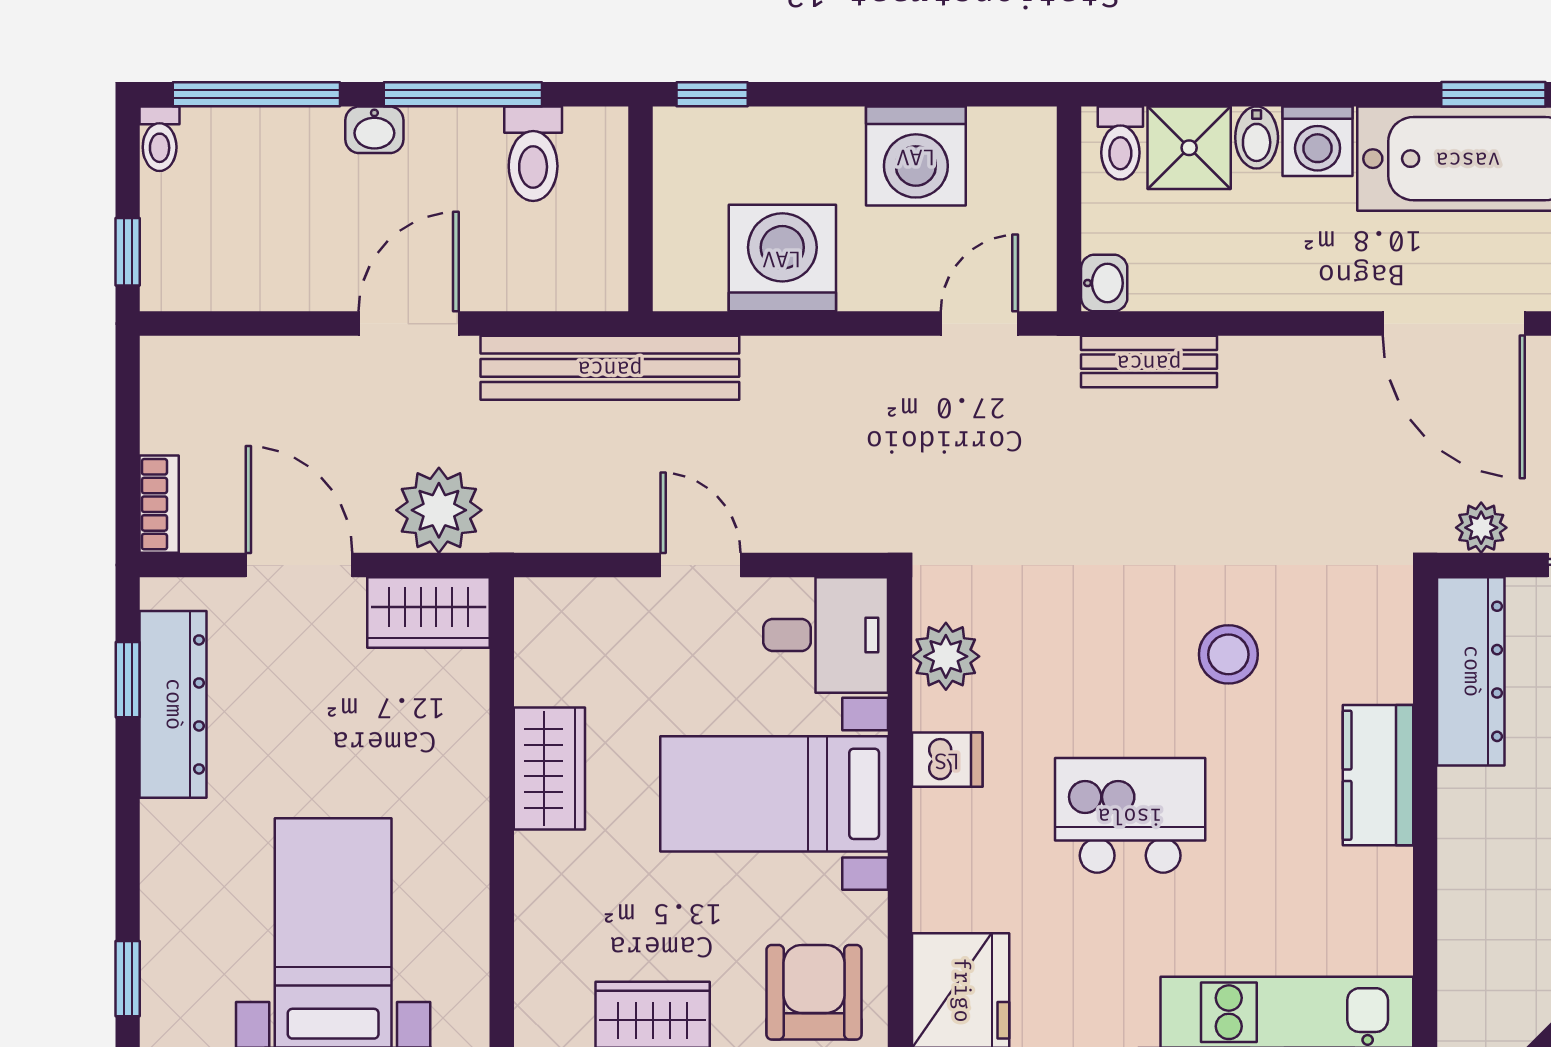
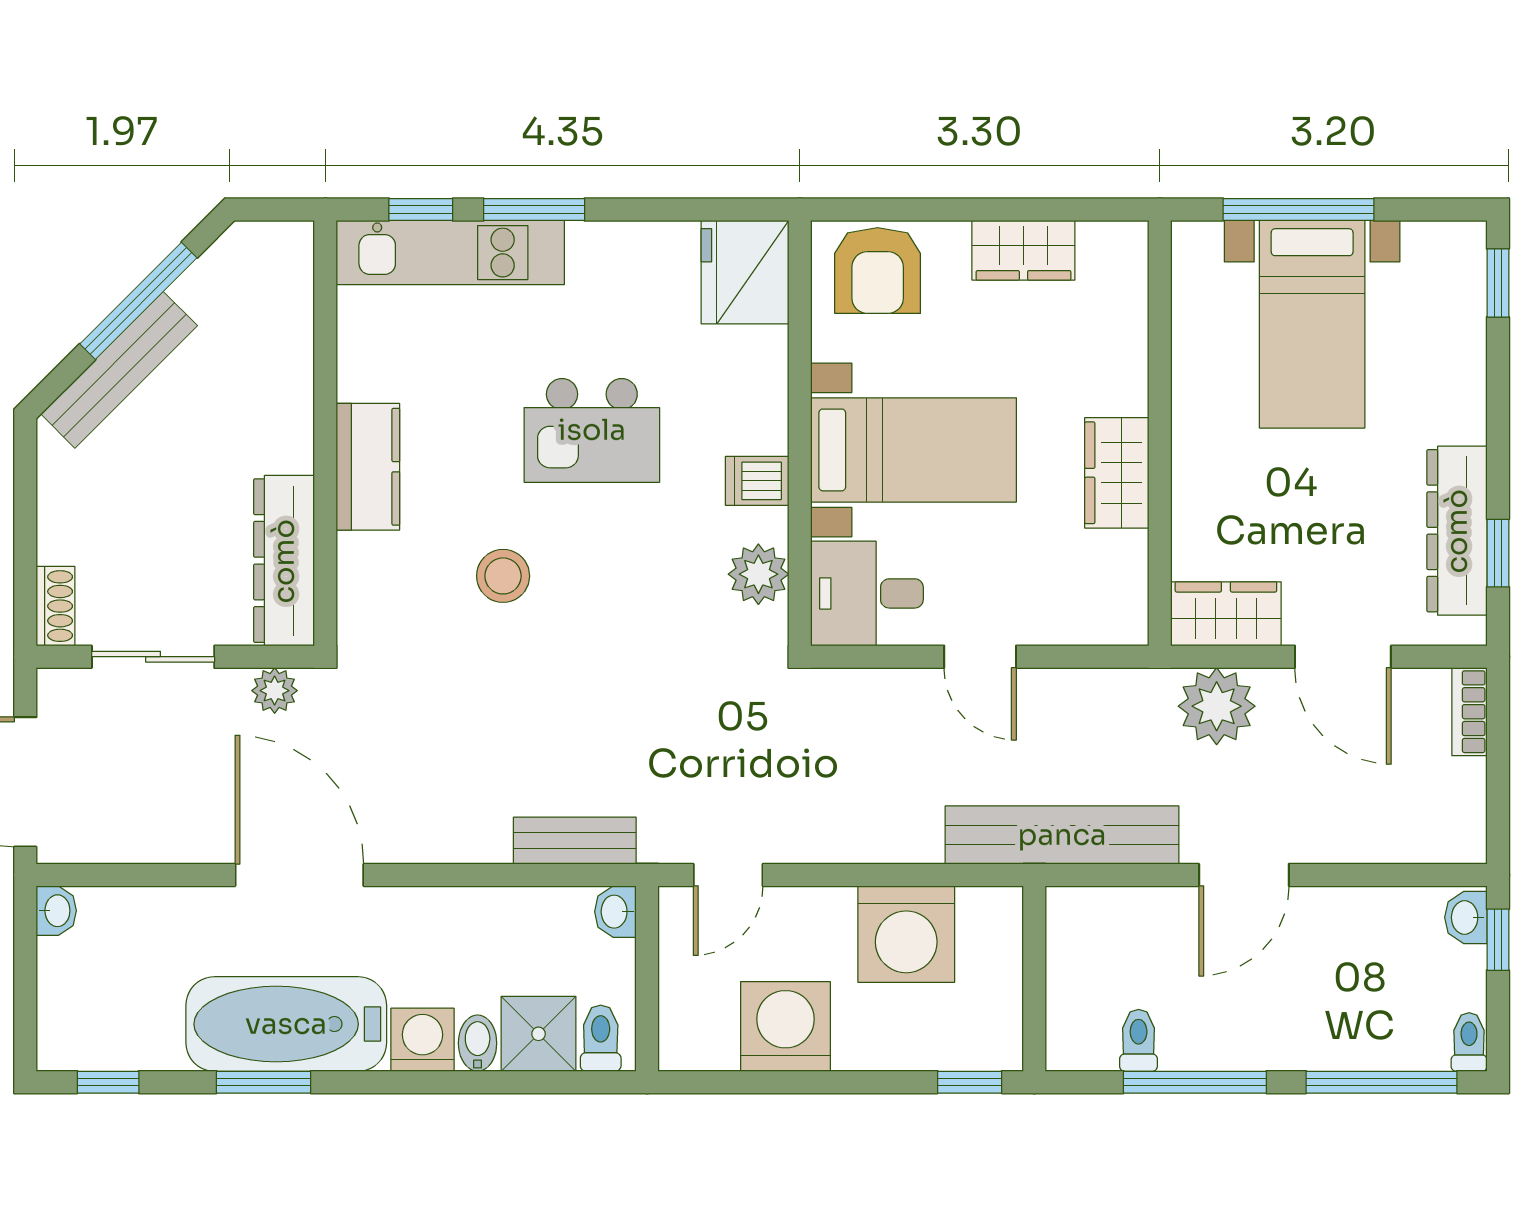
washbasin: (374, 130) -> (1466, 917), moved, turned -90
toilet: (533, 154) -> (1139, 1040), width x0.73, depth x0.72

